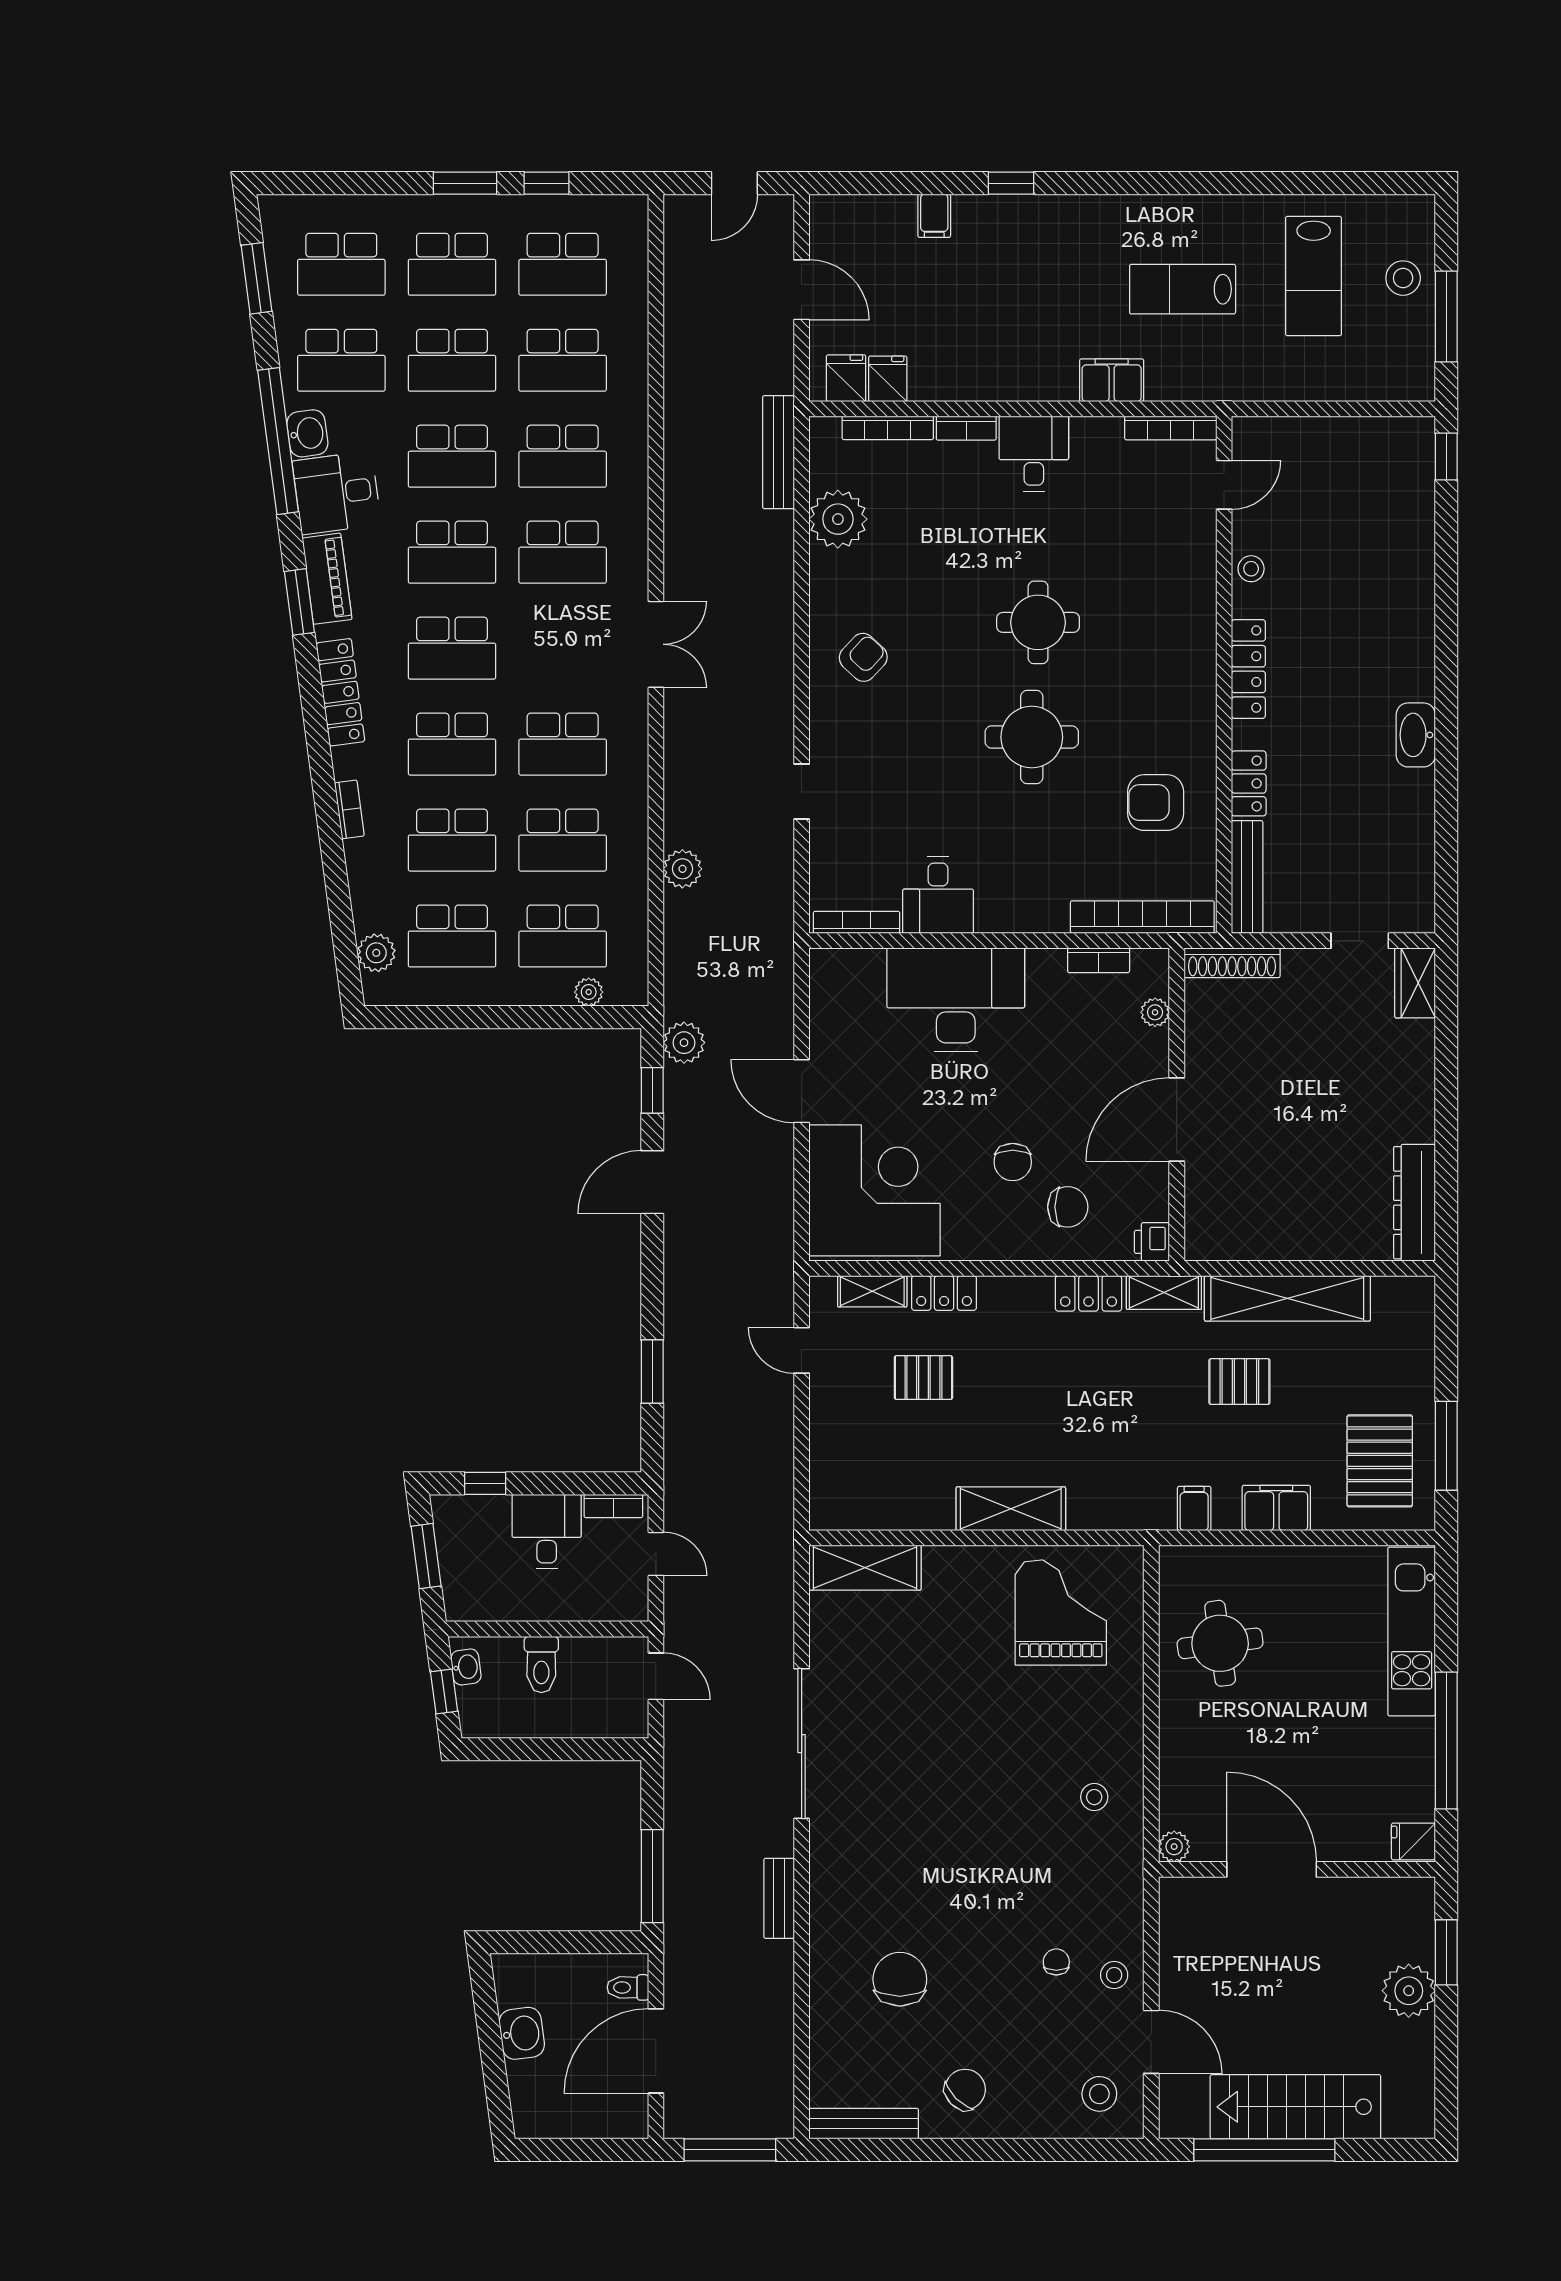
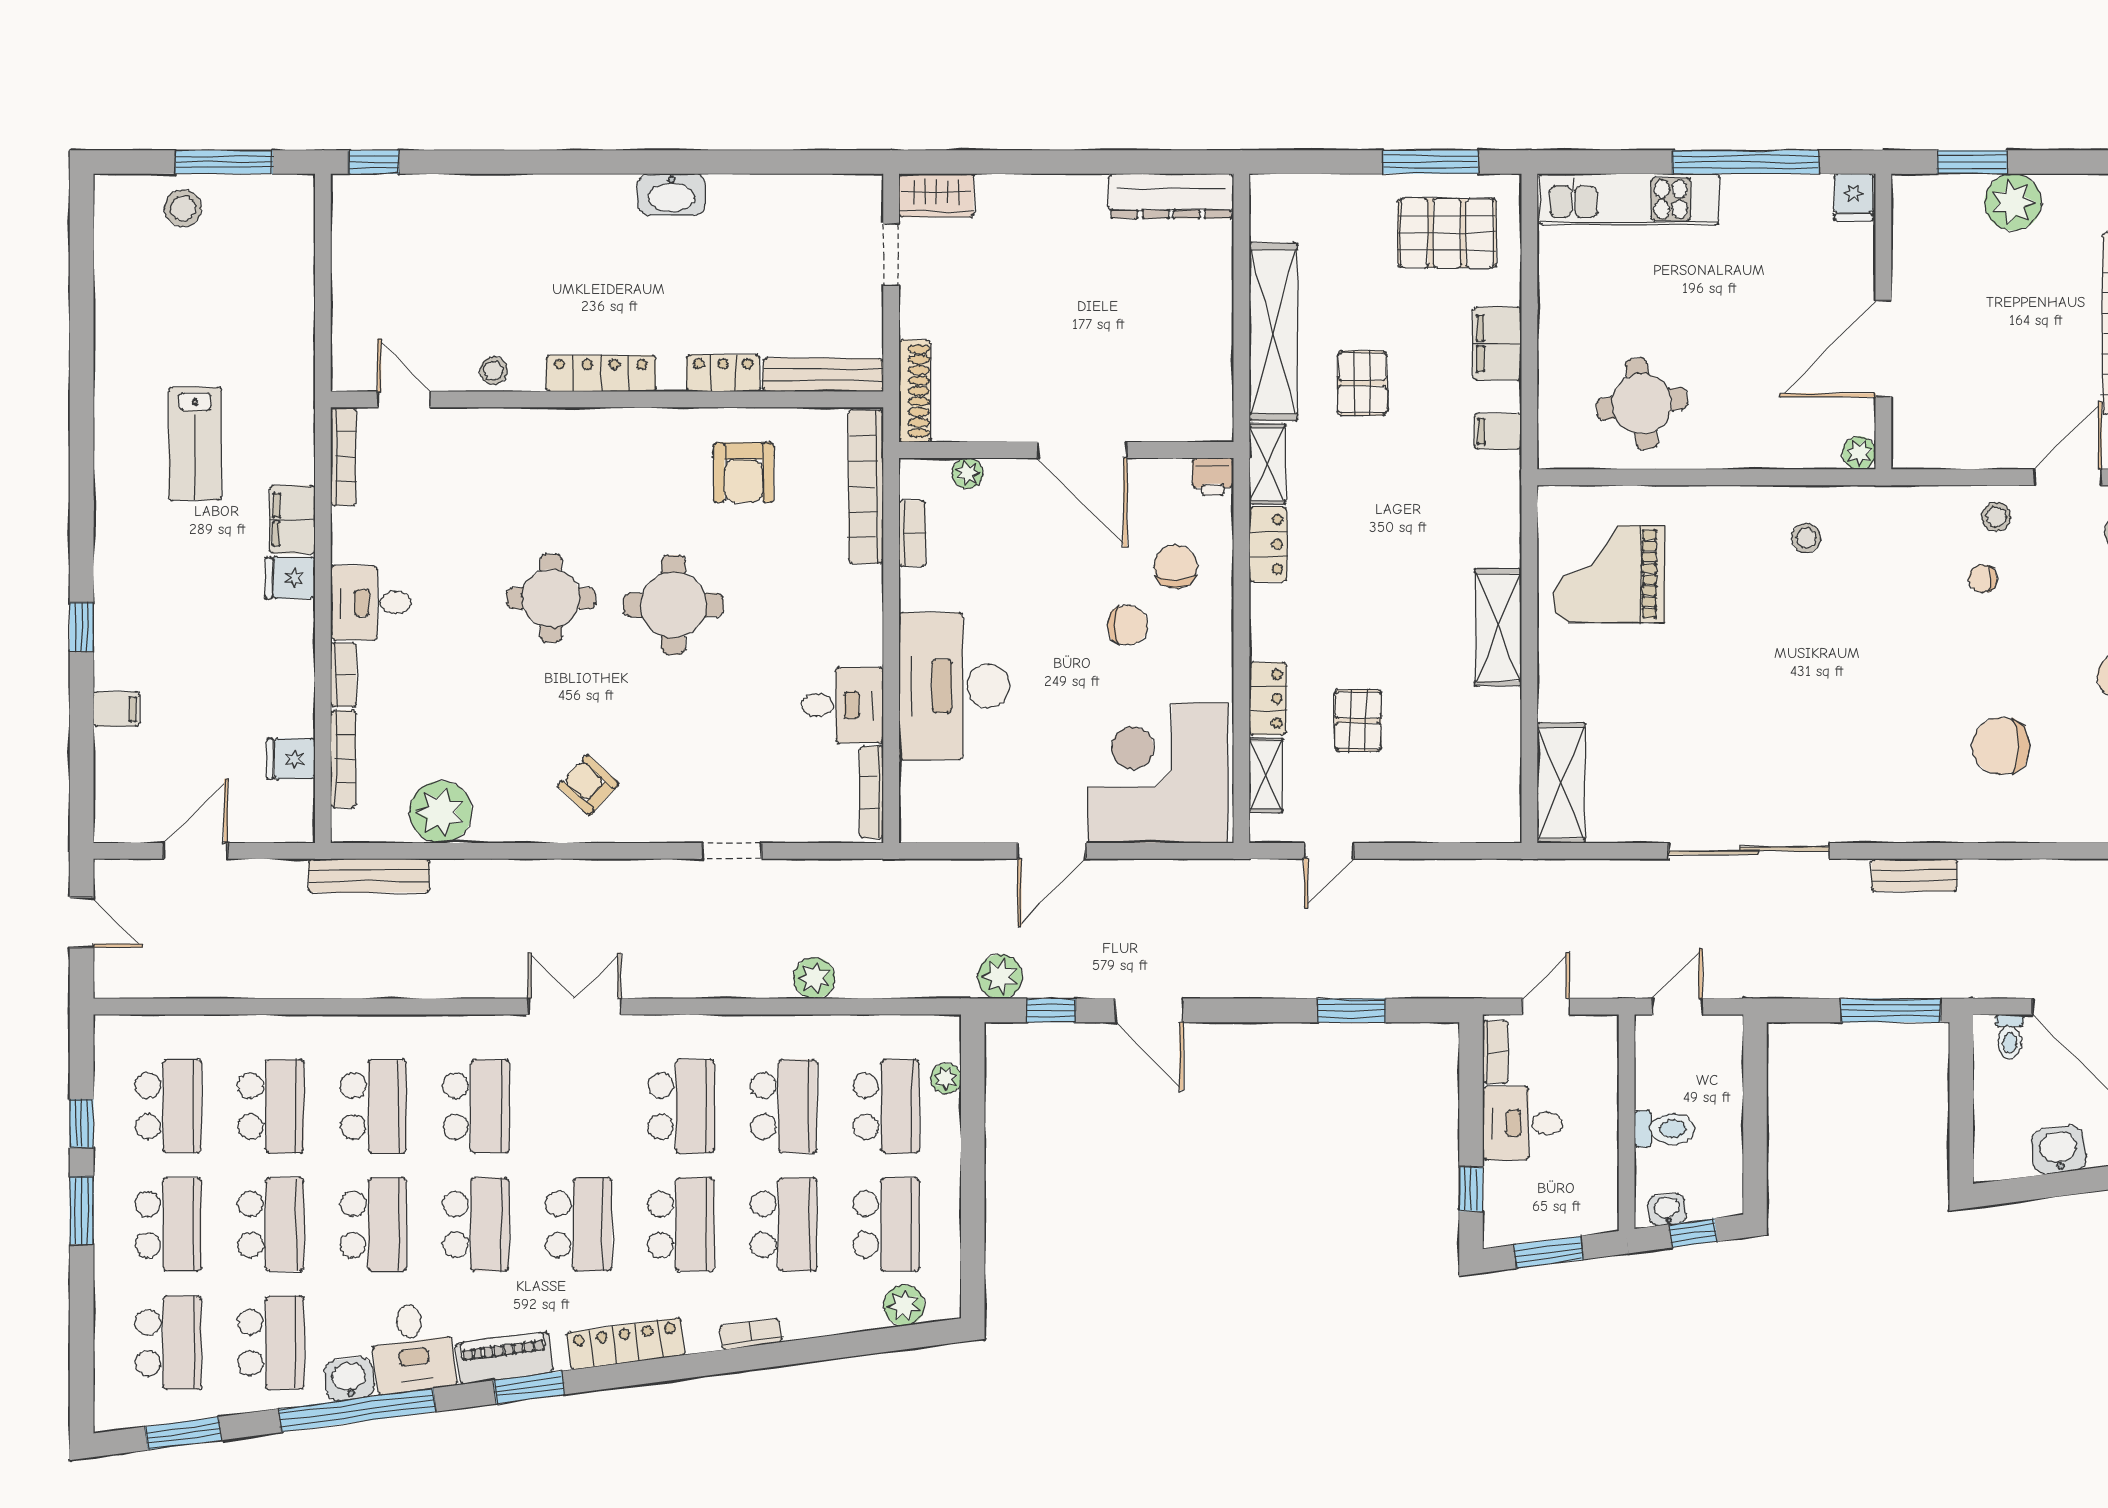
lab bench: (1314, 276) -> (181, 304), removed
fridge: (846, 378) -> (290, 578), moved

